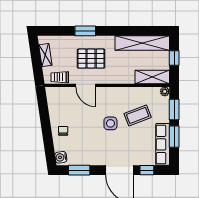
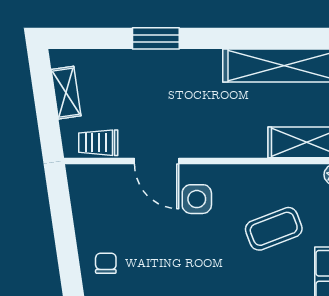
pallet: (91, 59) -> (169, 101), removed
side table: (110, 123) -> (197, 199), moved

